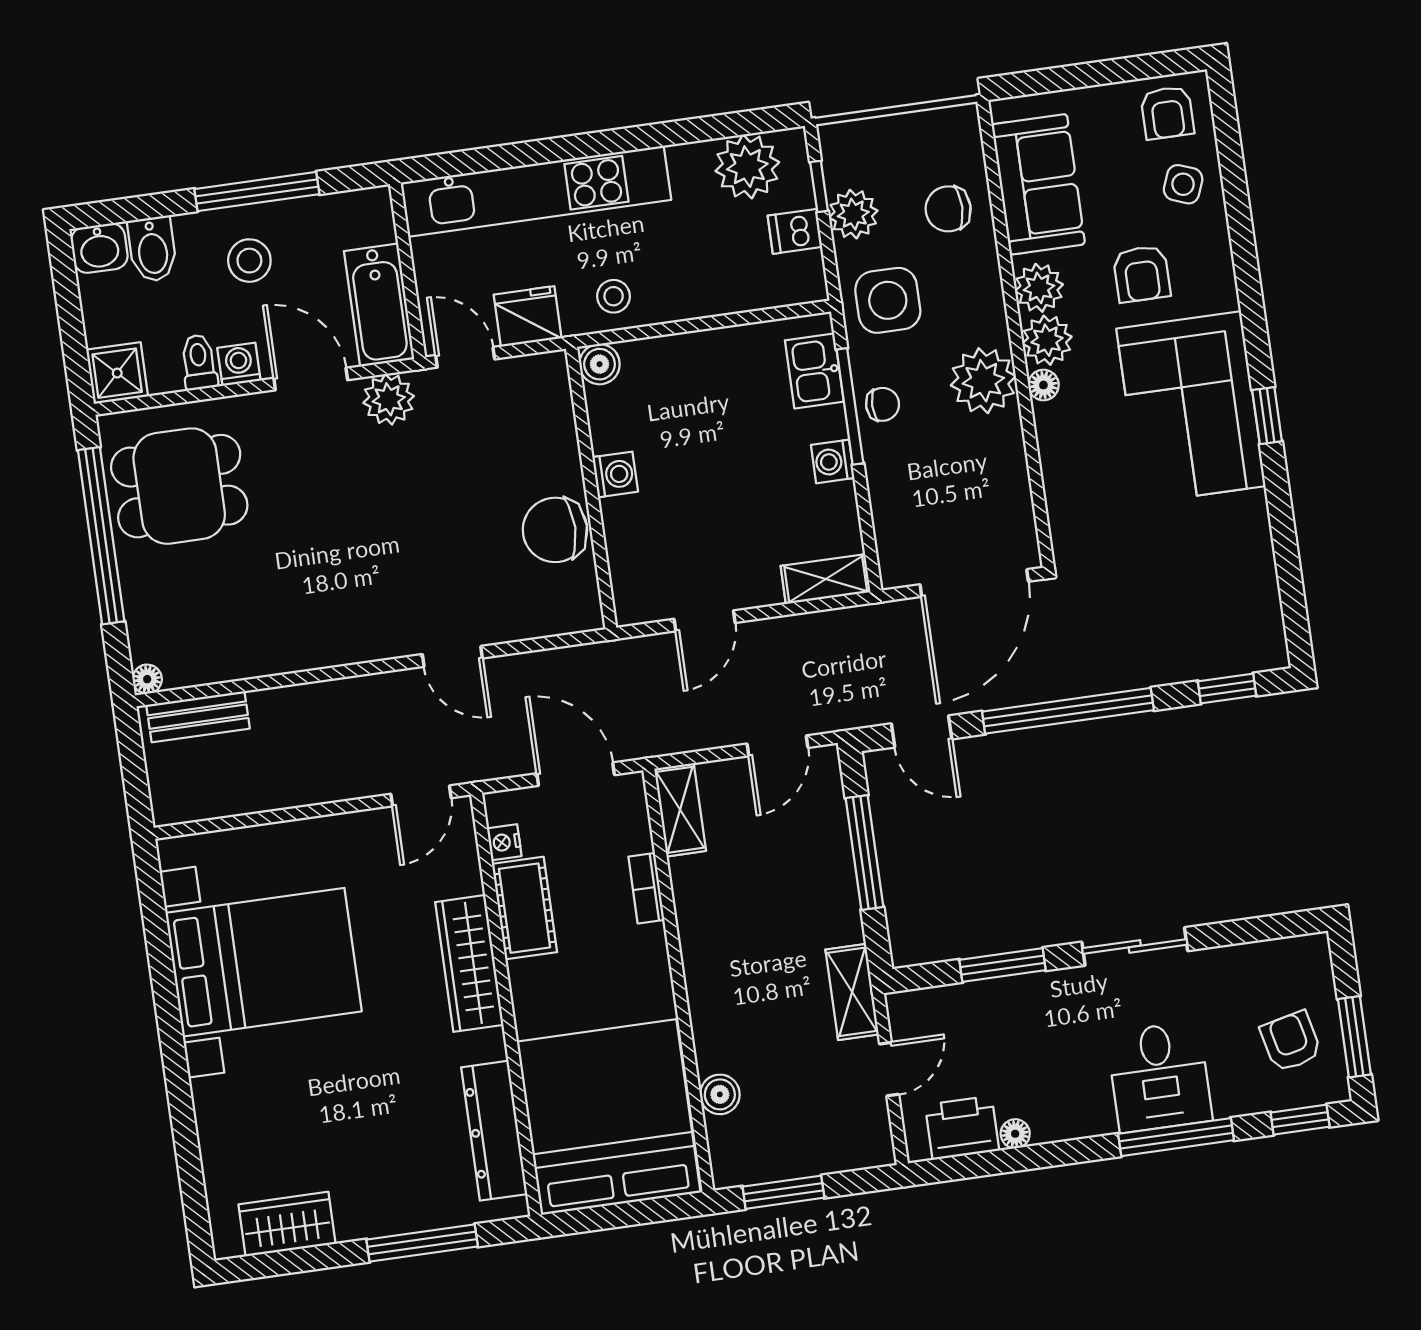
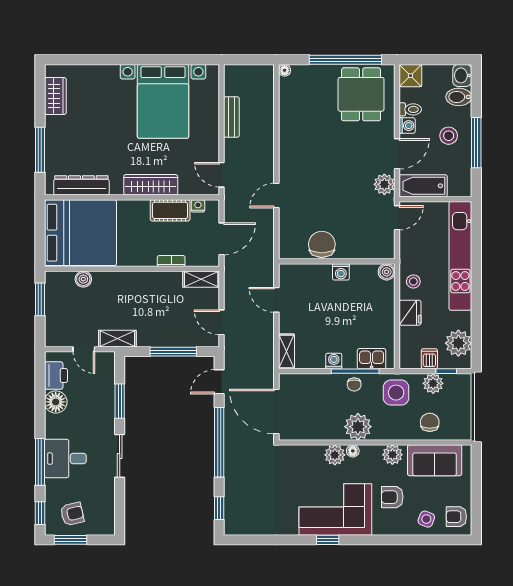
fridge: (528, 316) -> (410, 313), moved
plant: (1047, 340) -> (335, 455), moved
bench: (198, 717) -> (231, 117), moved
floor lamp: (1015, 1134) -> (56, 402), width x1.89, depth x1.89

